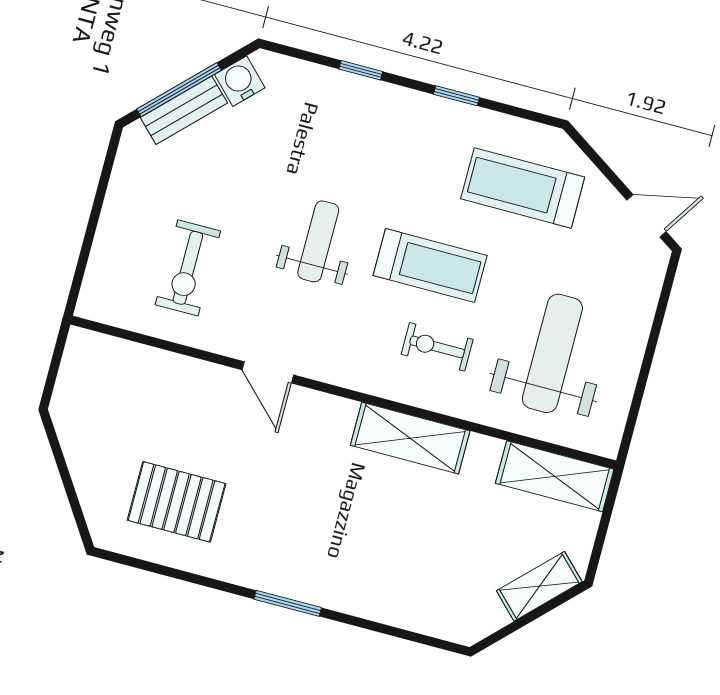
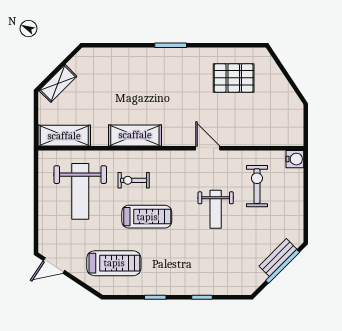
water cooler: (240, 81) -> (295, 159), moved, turned -45
weight bench: (318, 241) -> (216, 209), moved
treadmill: (430, 266) -> (147, 217), turned 180
exercise bike: (437, 347) -> (134, 180), turned 180

